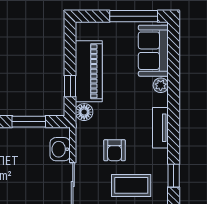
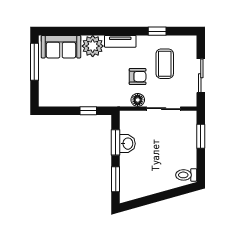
piano: (89, 71) -> (77, 96), removed
plant: (161, 85) -> (93, 46), width x1.87, depth x1.87
floor lamp: (84, 112) -> (138, 100), moved
washbasin: (60, 149) -> (127, 144), moved, turned -90

